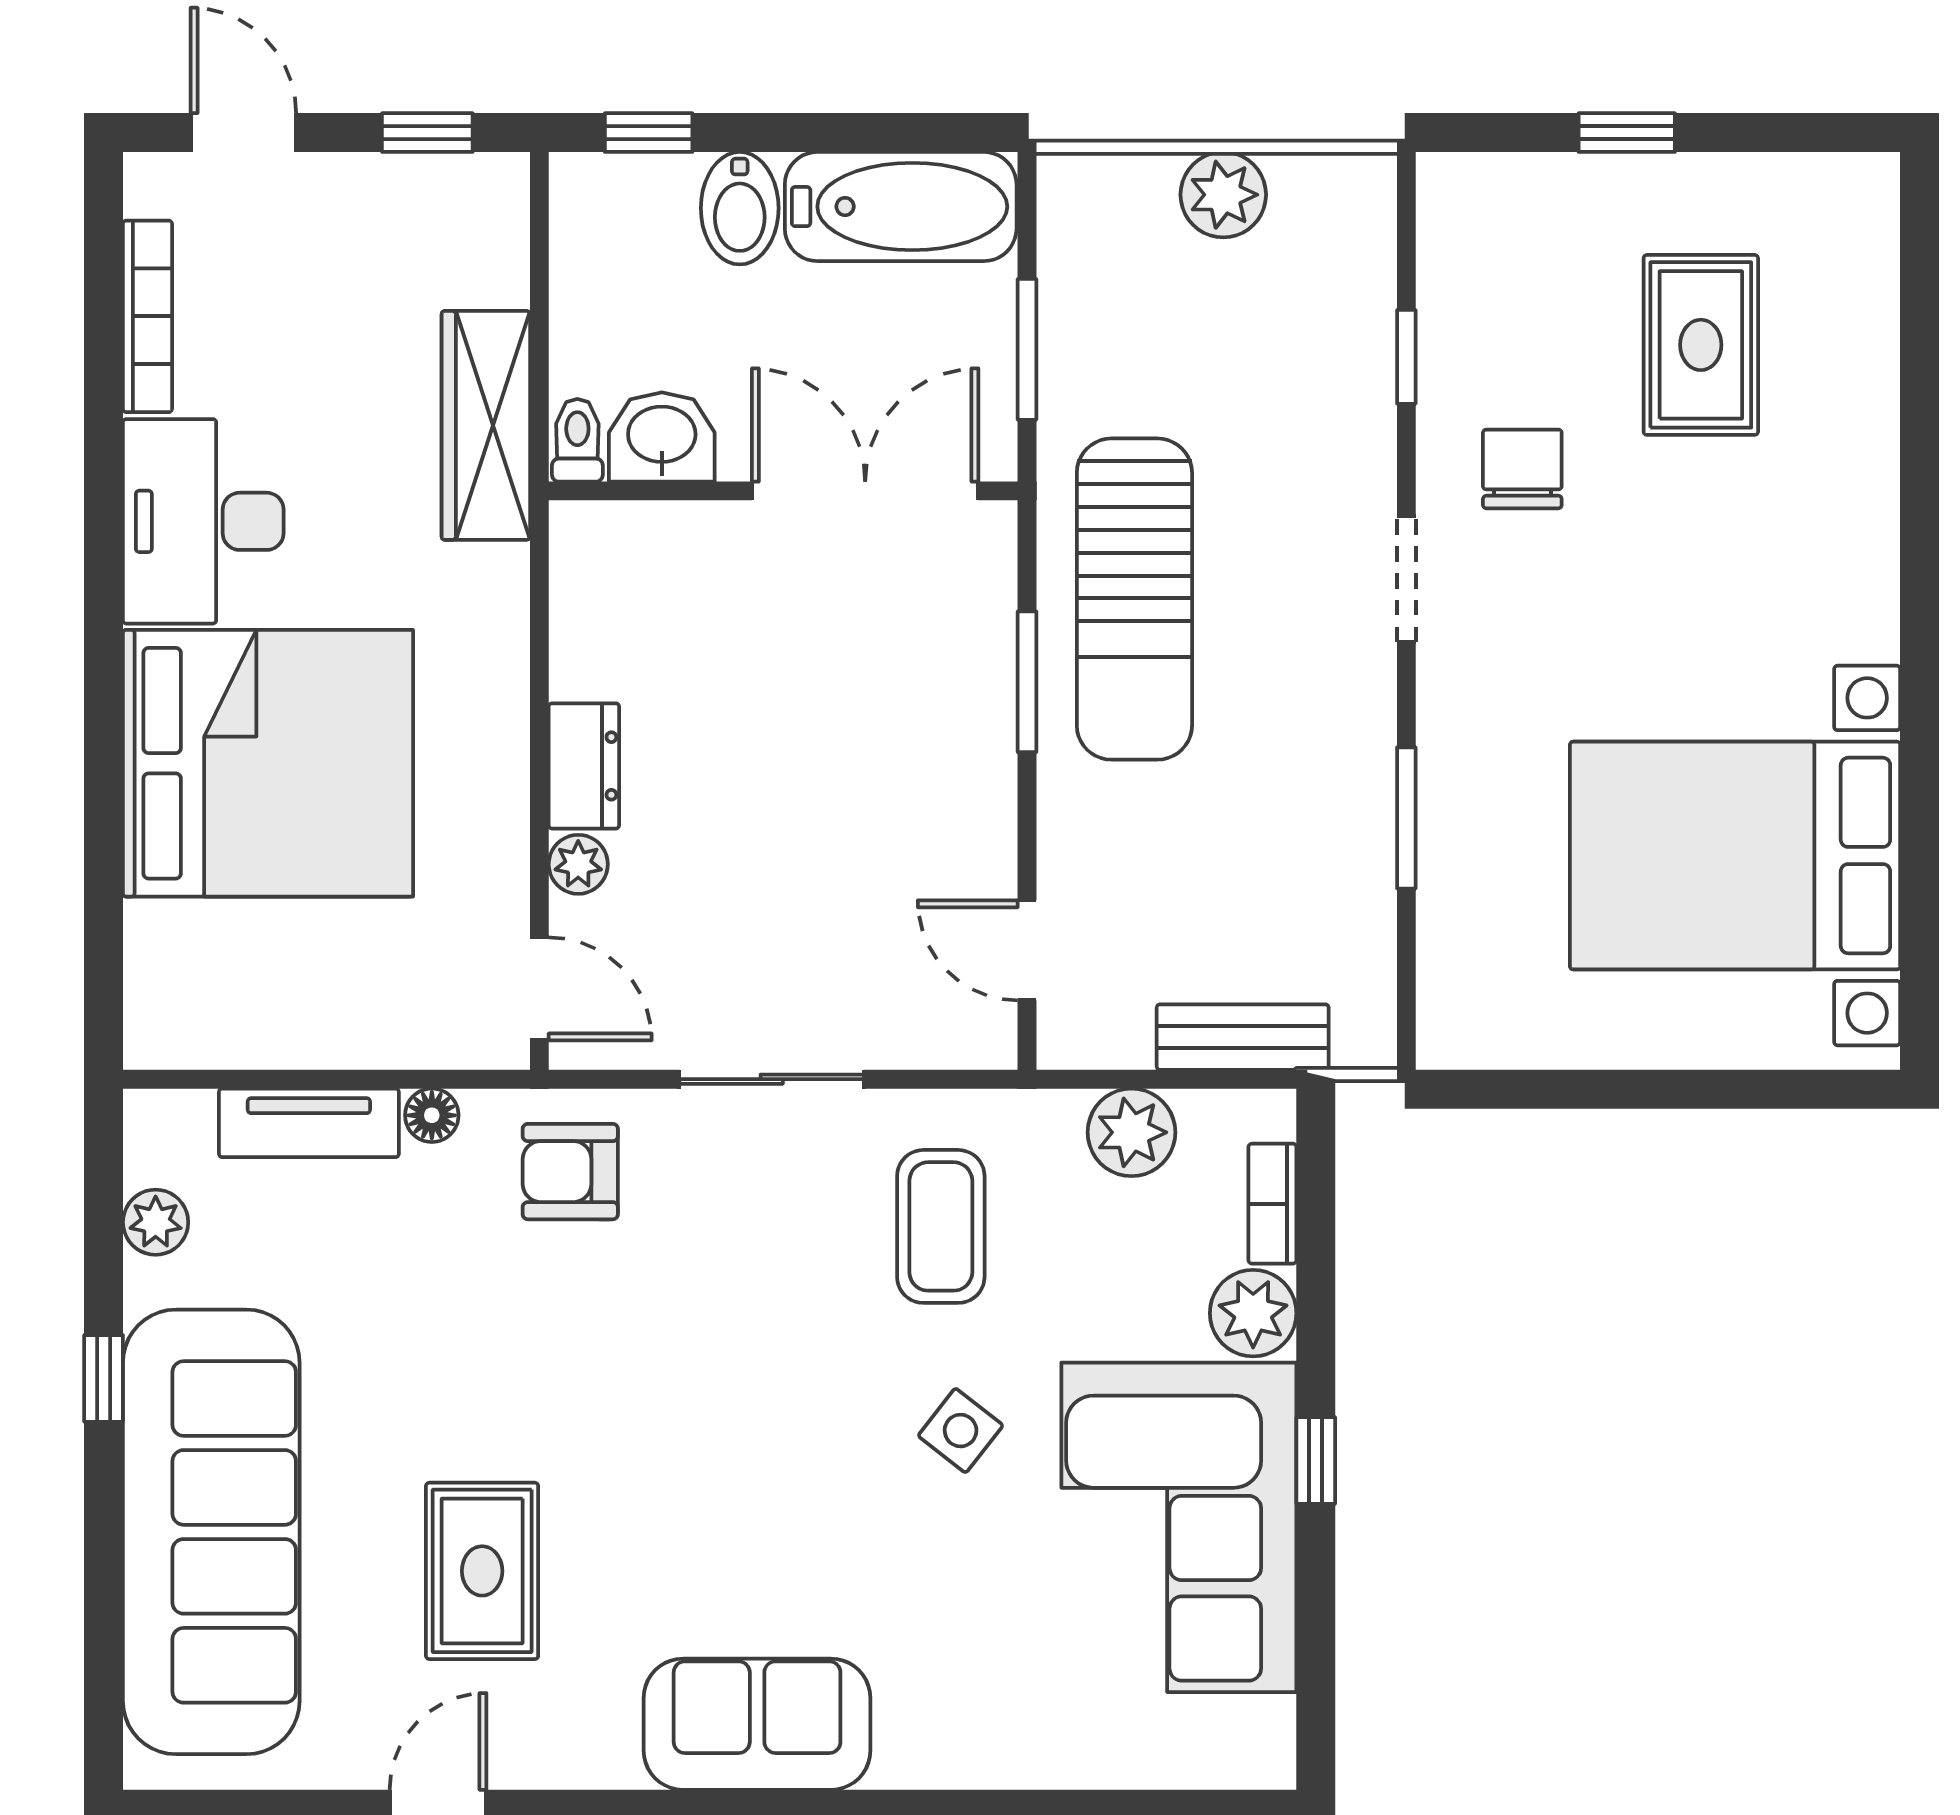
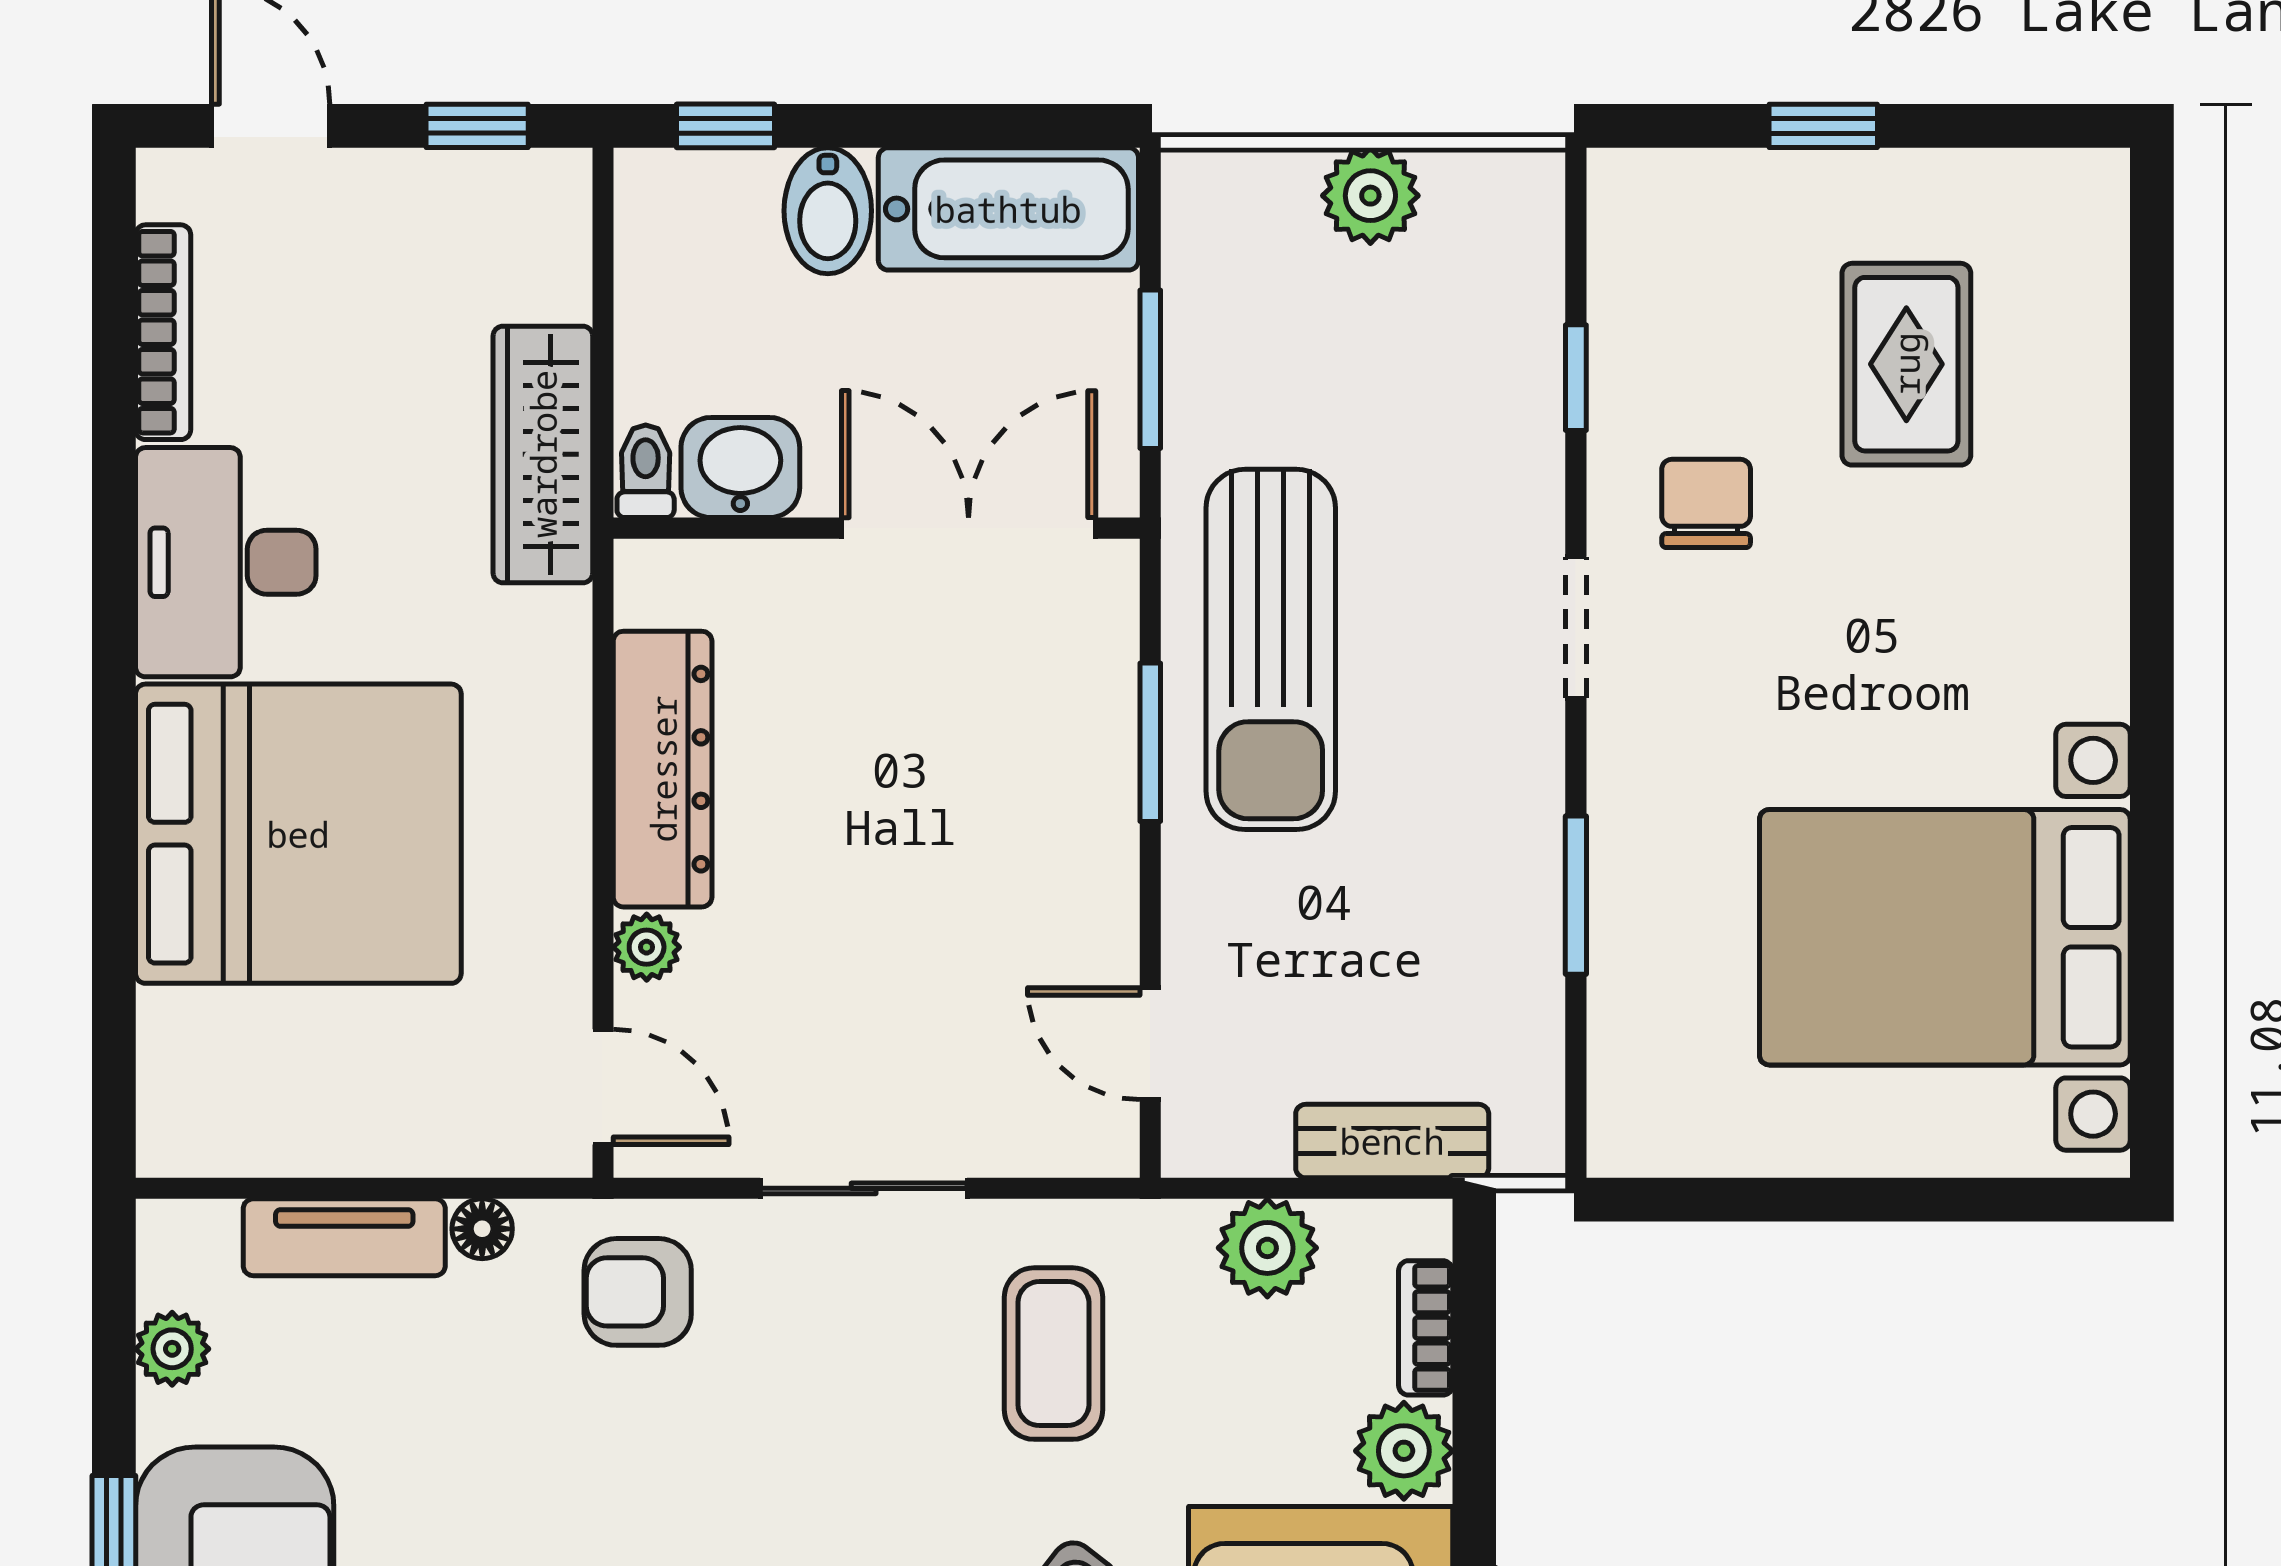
dresser: (584, 766) -> (663, 769), width x1.96, depth x1.24

